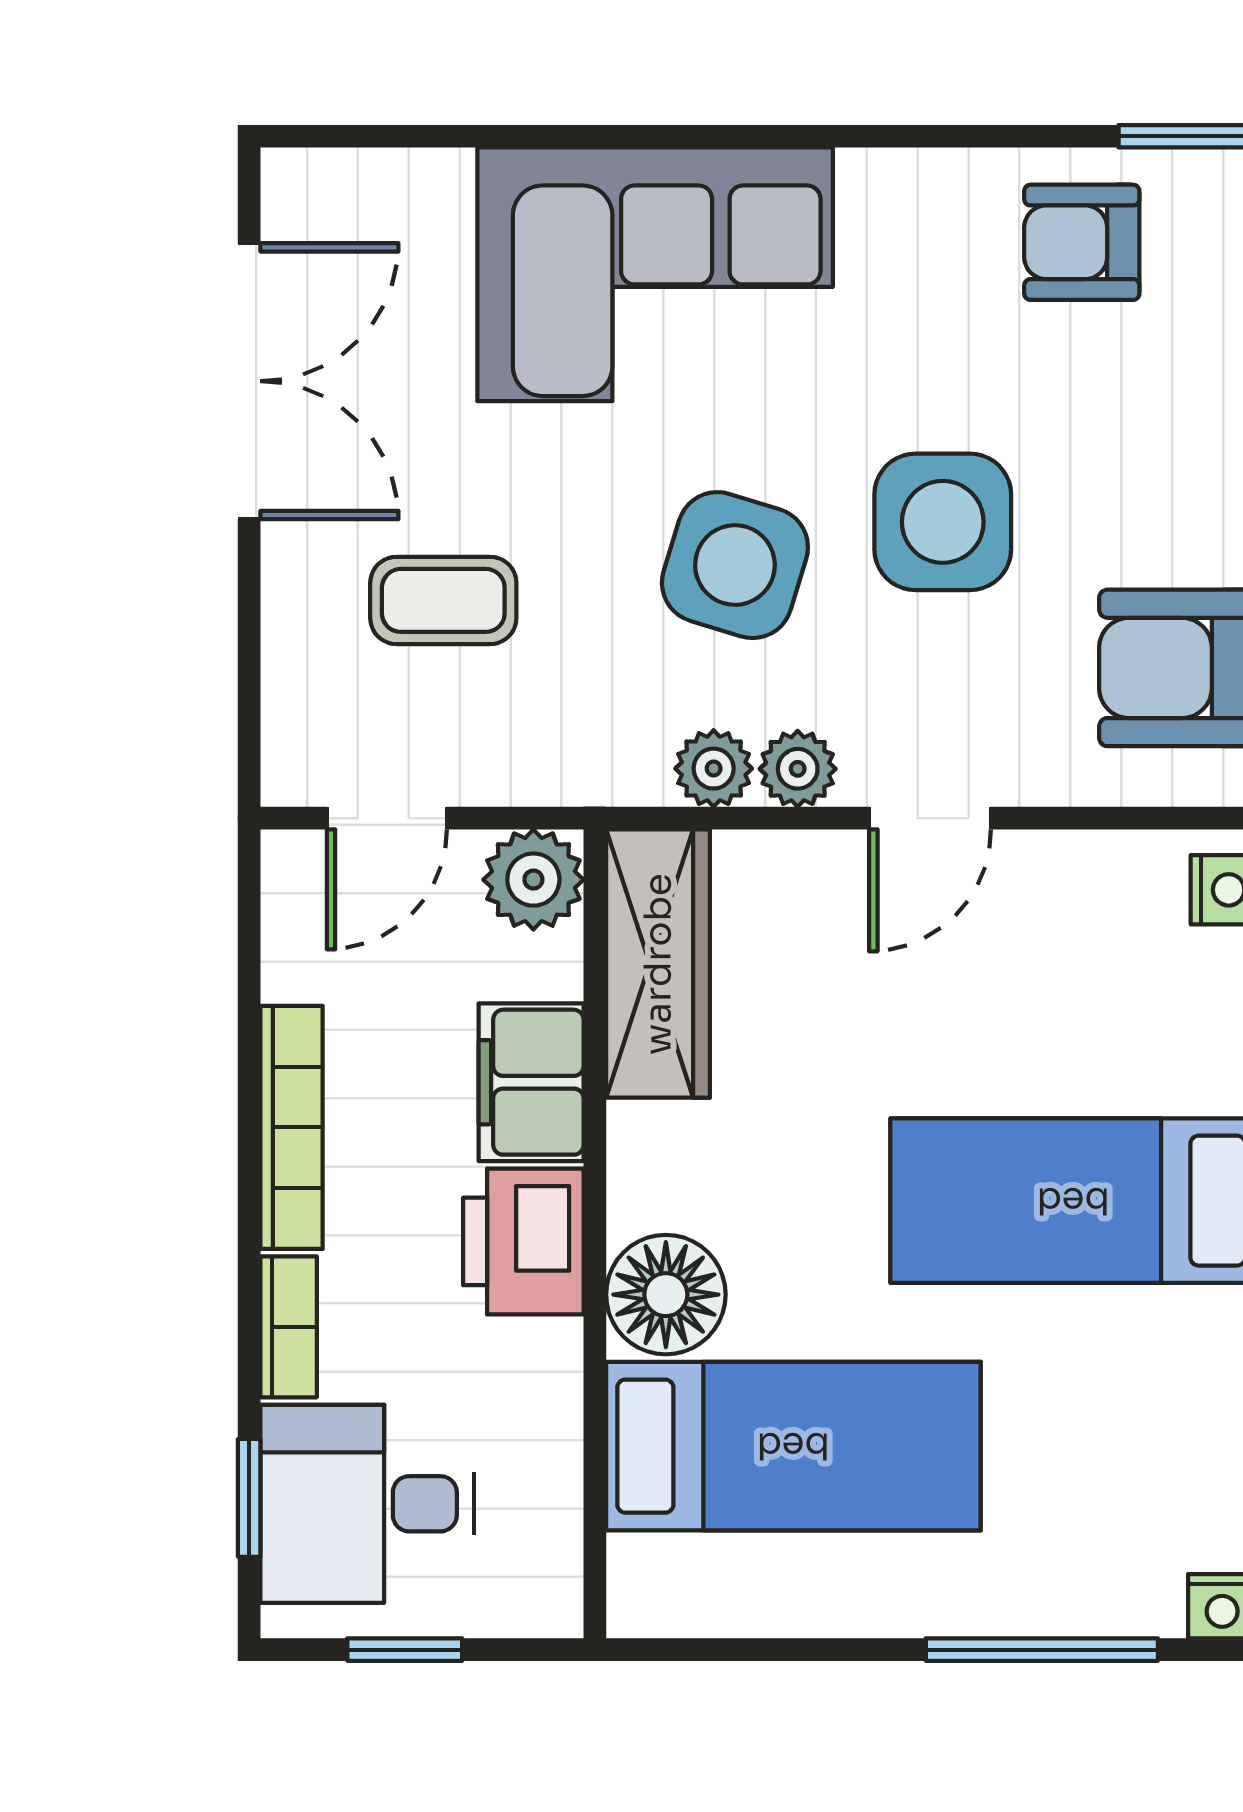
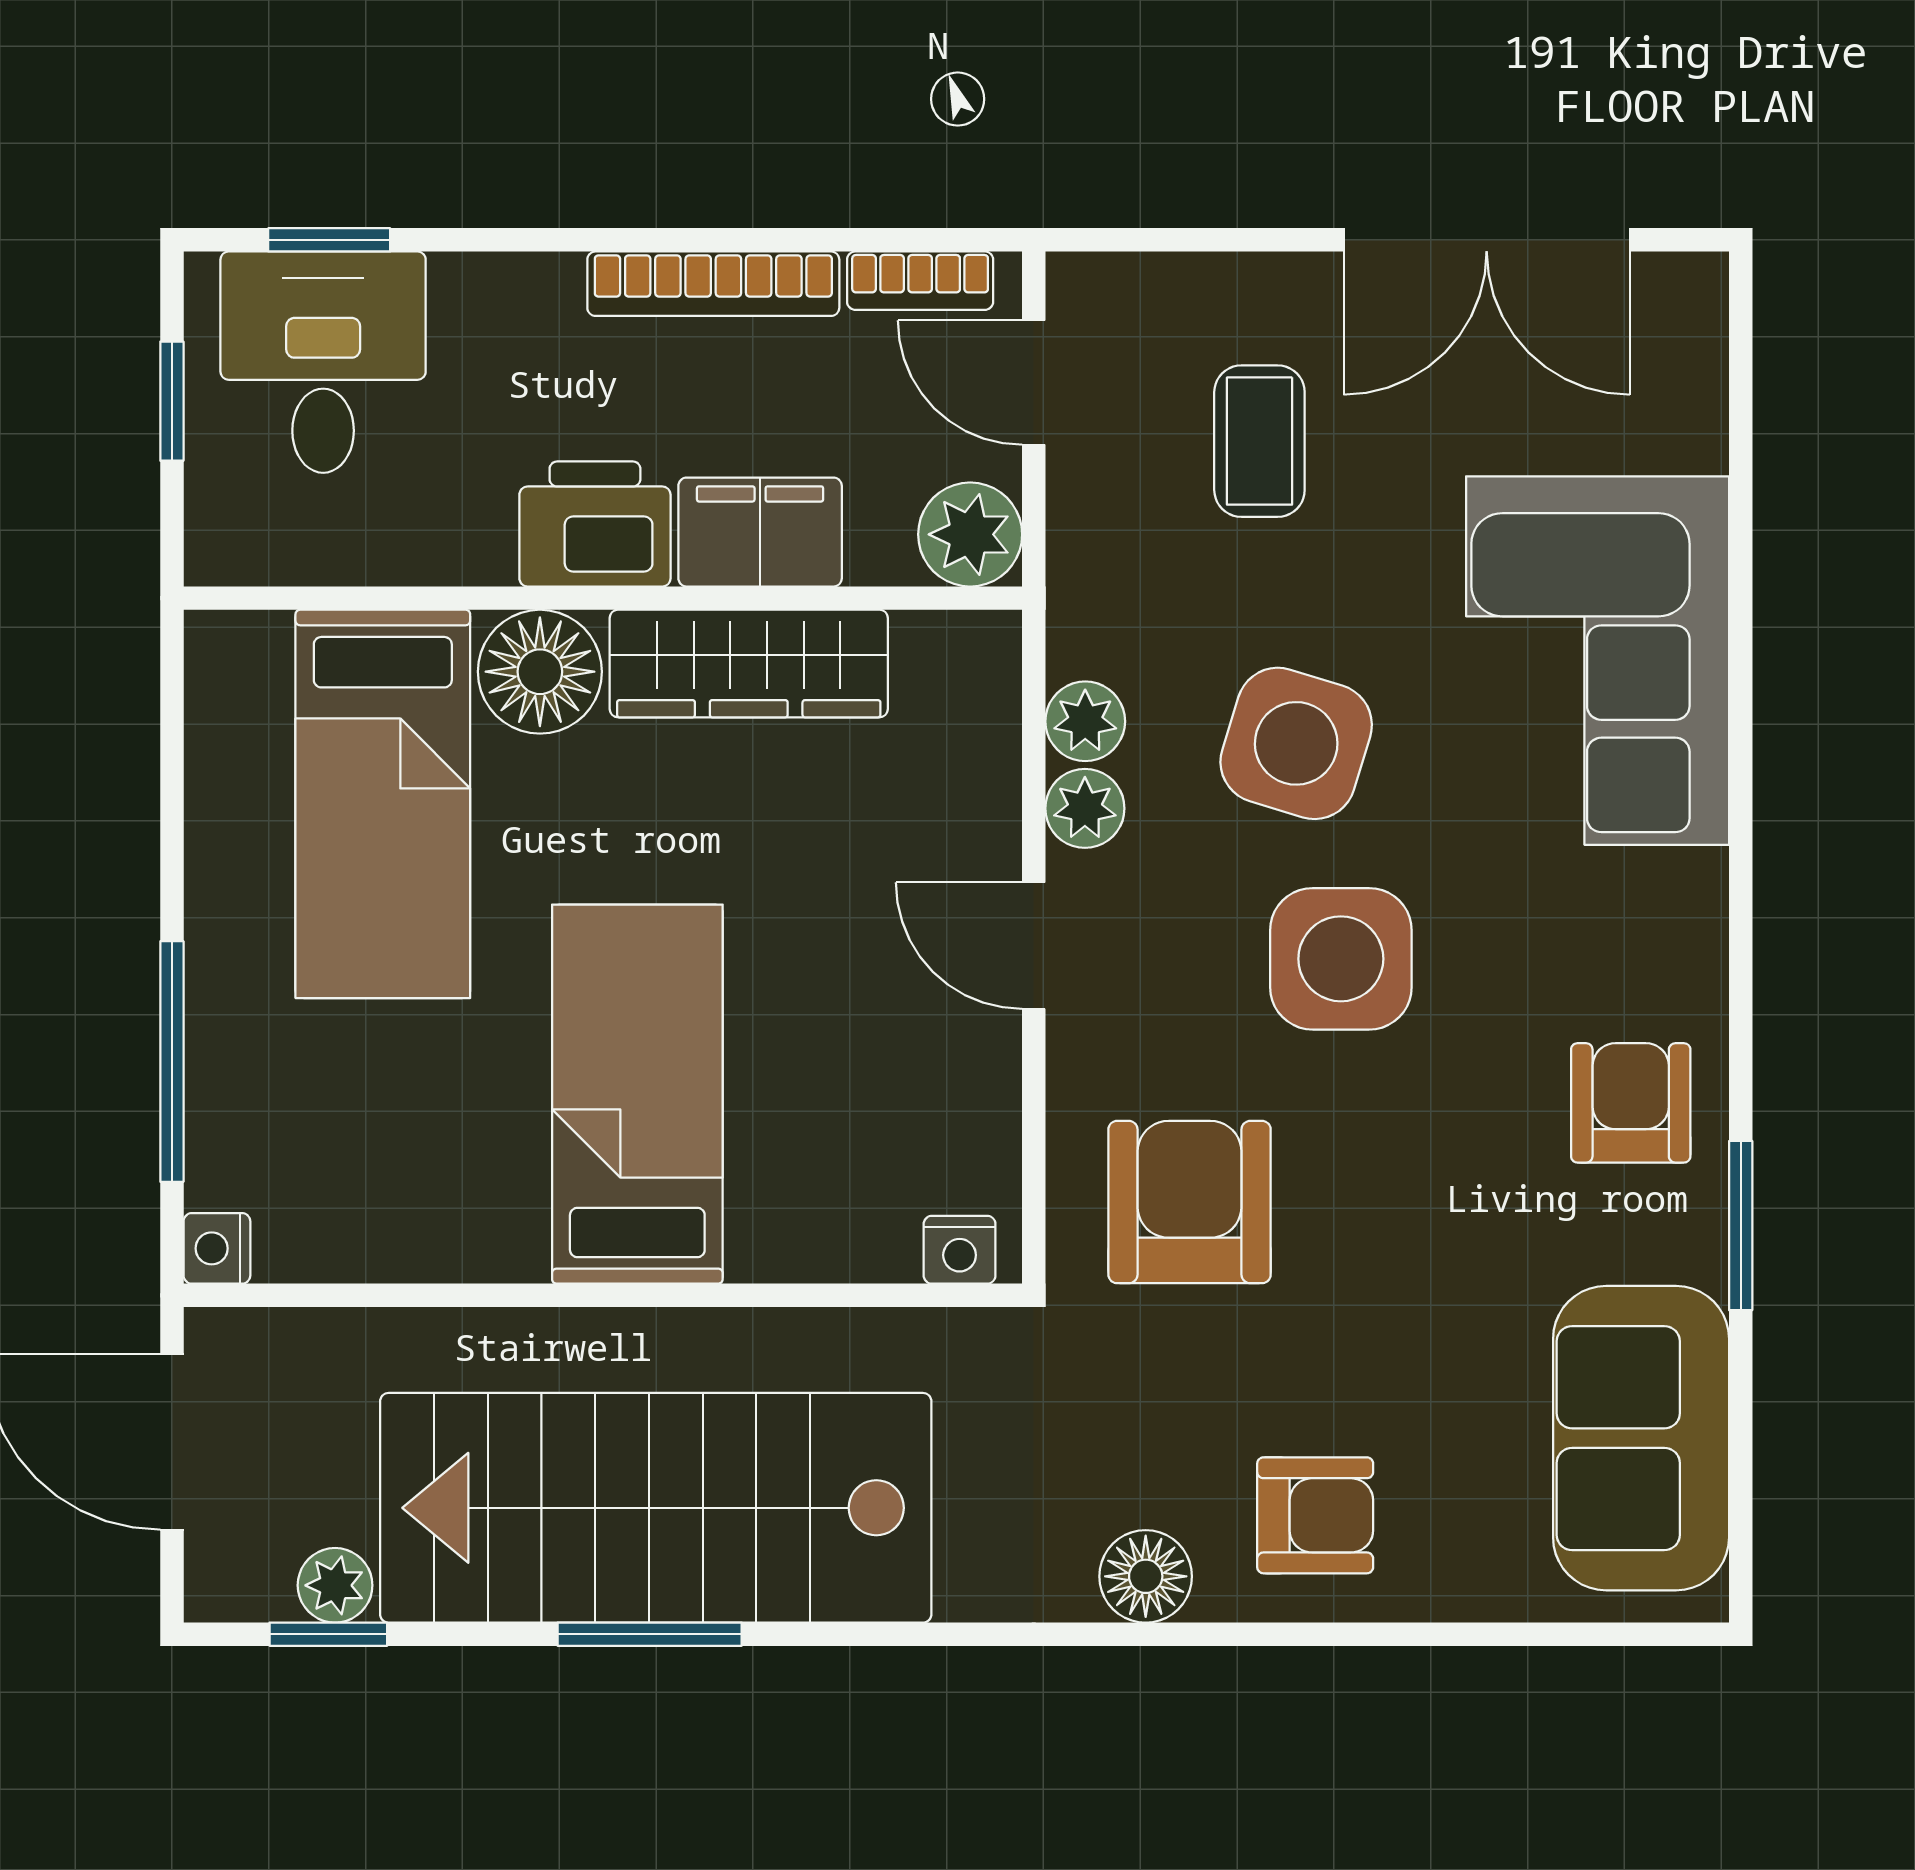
wardrobe: (658, 964) -> (749, 664), moved
bookcase: (289, 1327) -> (920, 281), moved

